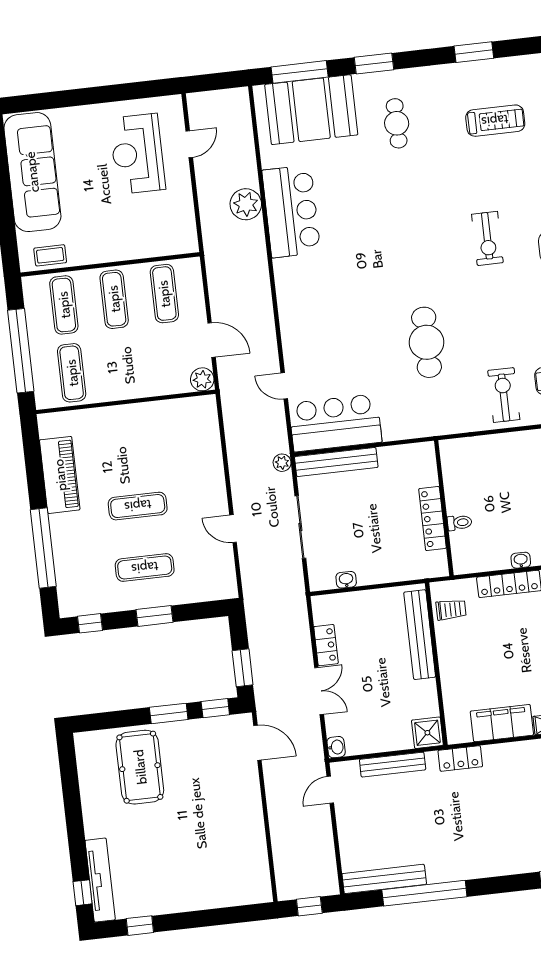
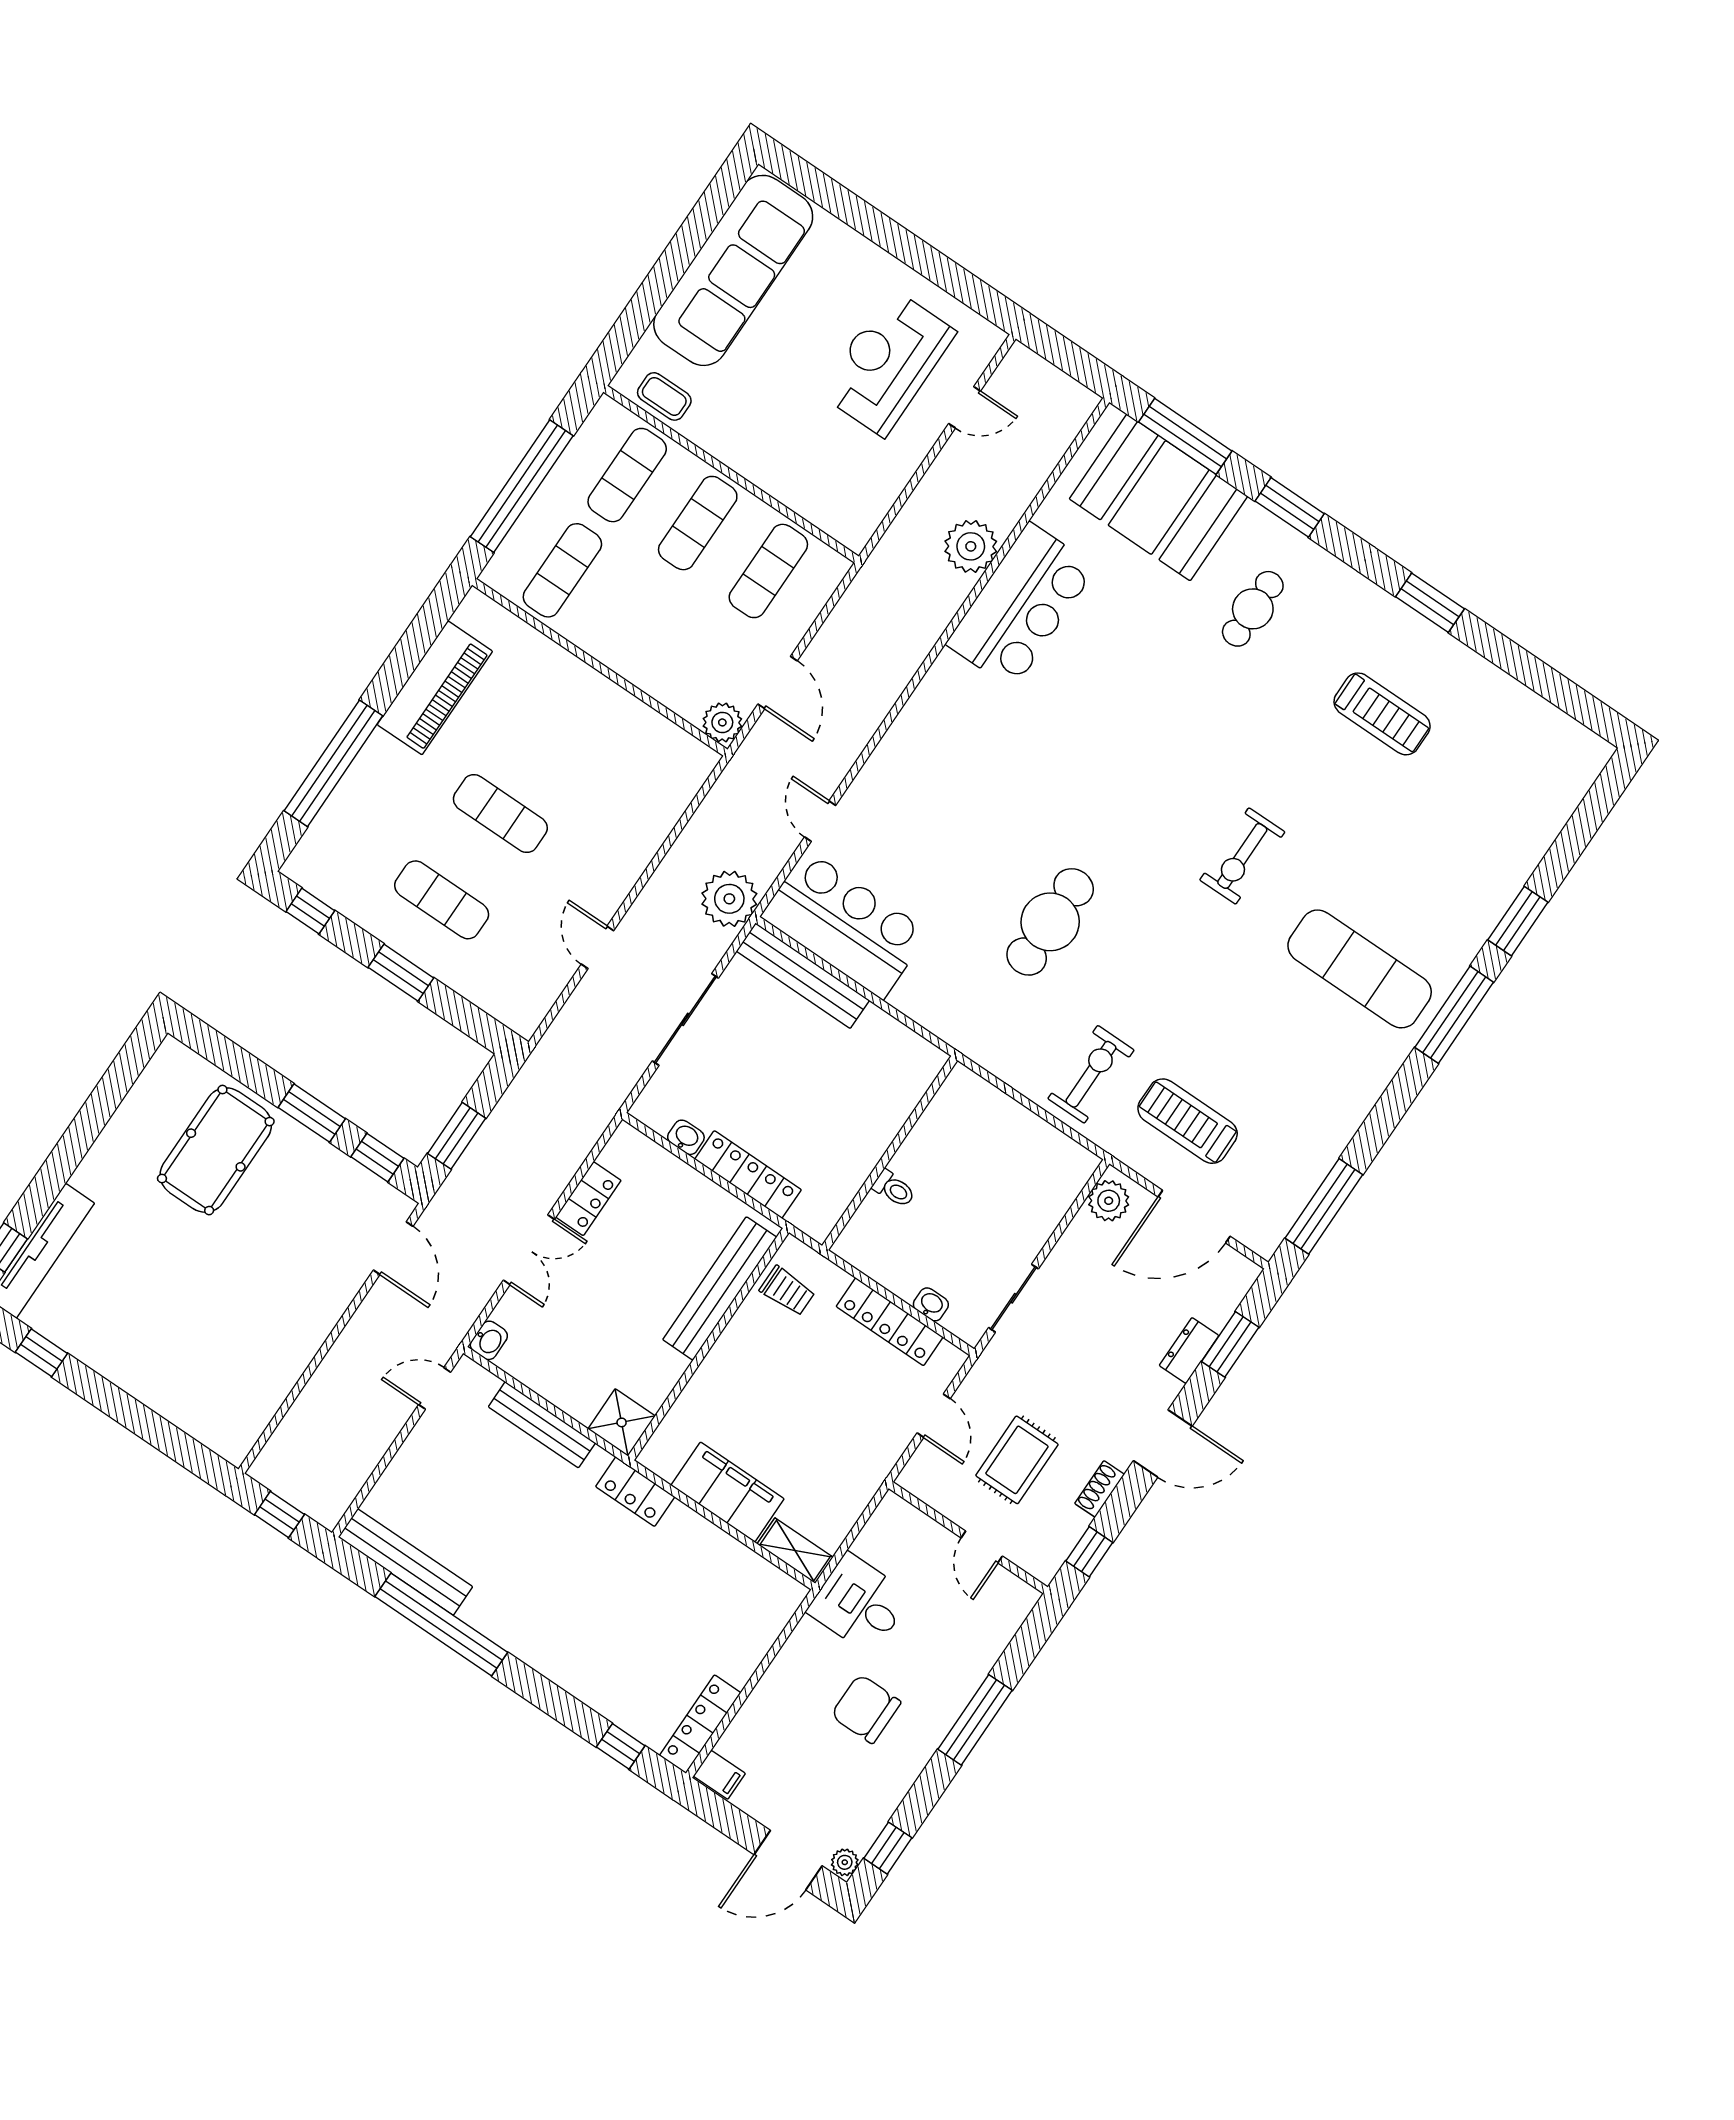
plant: (282, 463) -> (729, 899), width x1.87, depth x1.87
locker: (432, 519) -> (748, 1174), moved, turned 90

